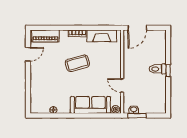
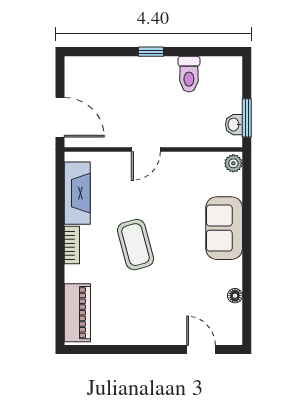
door: (28, 54) -> (201, 350), moved
toilet: (158, 69) -> (189, 74), moved
door: (122, 85) -> (146, 149), moved
sofa: (90, 105) -> (224, 228), width x0.73

